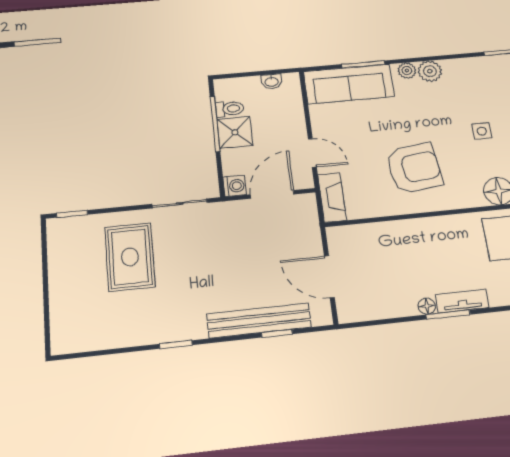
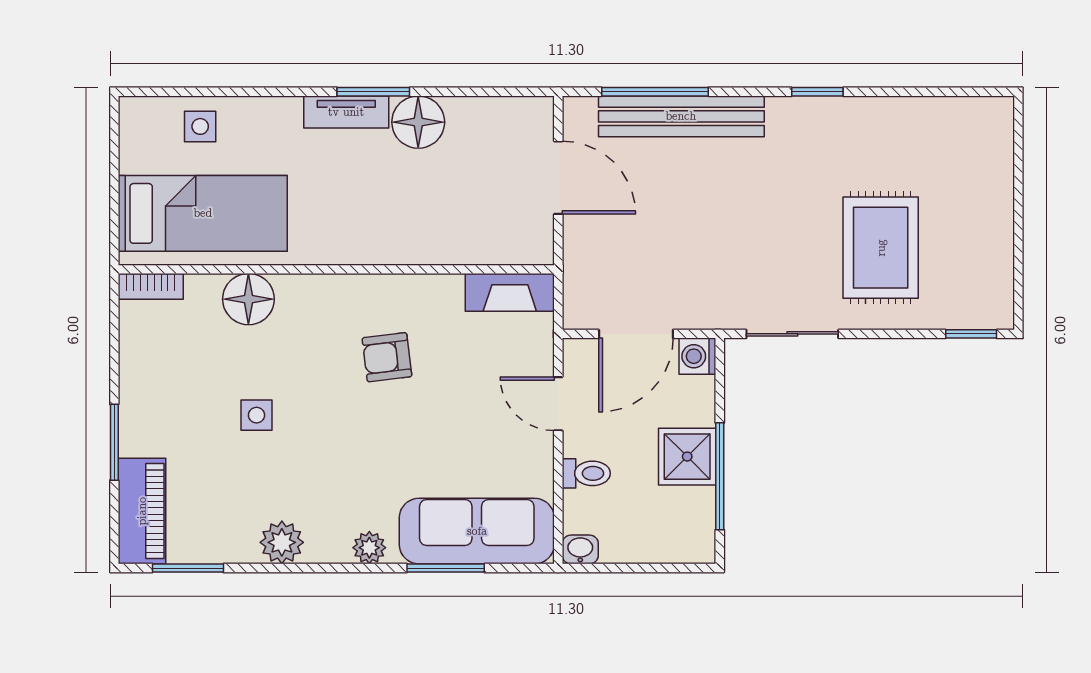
plant: (430, 71) -> (282, 542), moved
washbasin: (272, 82) -> (580, 549), moved
toilet: (230, 109) -> (586, 473), moved, turned 180
armchair: (414, 168) -> (387, 357), width x0.53, depth x0.53
fireplace: (332, 197) -> (510, 292), moved, turned -90
floor lamp: (427, 306) -> (418, 122), width x1.89, depth x1.89
window: (277, 333) -> (655, 92), width x2.17

